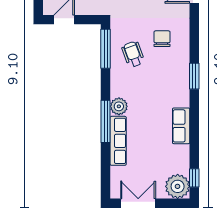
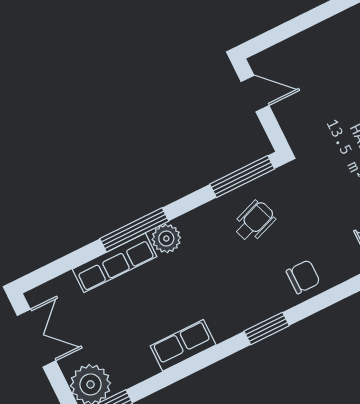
chair: (162, 39) -> (303, 277), moved

